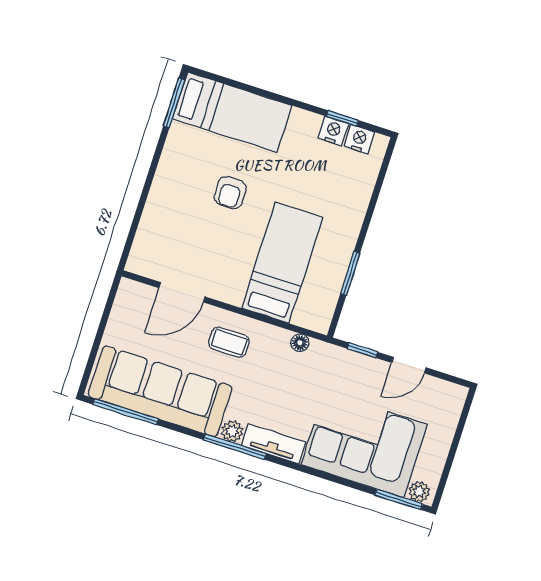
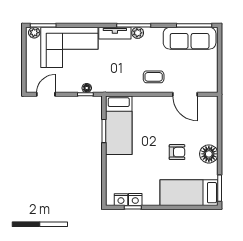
floor lamp: (174, 171) -> (209, 154), added
armchair: (230, 193) -> (177, 152), turned 90
bed: (282, 263) -> (119, 125), moved
door: (182, 292) -> (185, 94), swing flipped
floor lamp: (300, 343) -> (87, 88), moved
door: (409, 365) -> (46, 94), moved
sofa: (160, 391) -> (190, 38), width x0.74, depth x0.79

